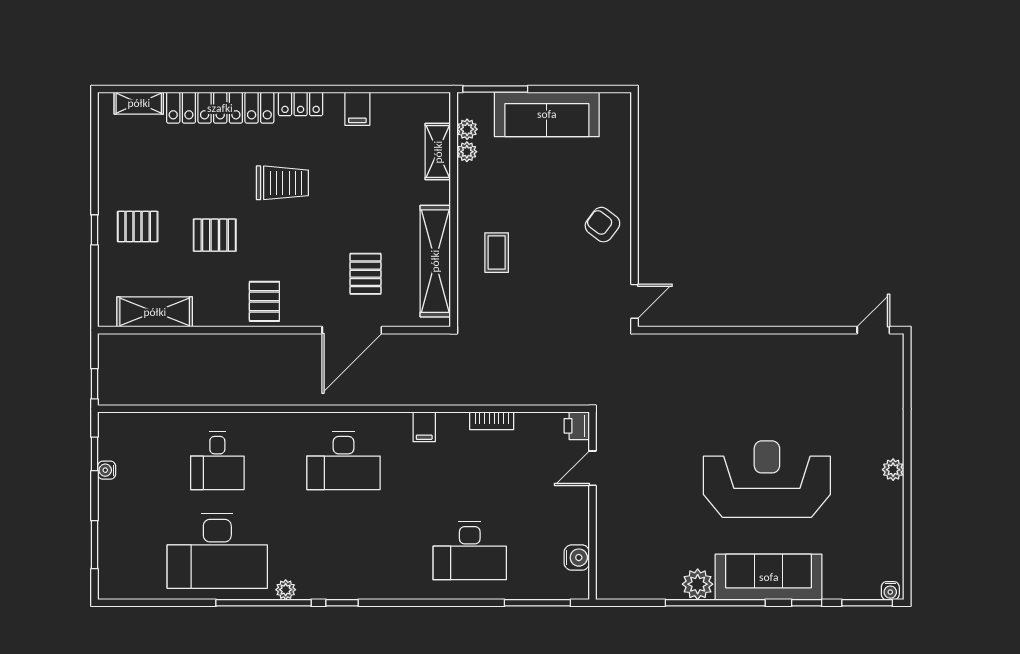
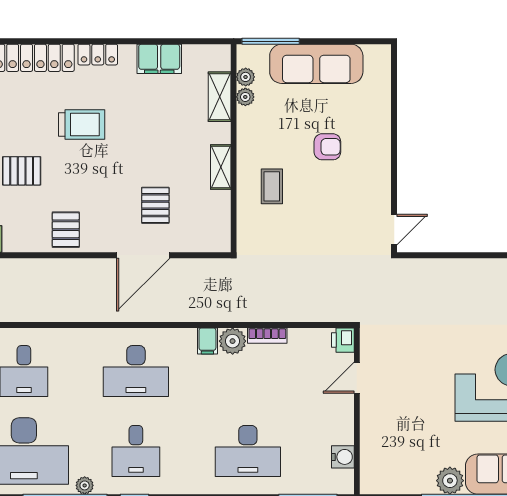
filing cabinet: (357, 109) -> (159, 59), width x2.00
armchair: (602, 225) -> (327, 147), moved, turned 143
shelving: (435, 261) -> (221, 167), width x0.45, depth x0.75
plant: (452, 427) -> (233, 341), added
desk: (344, 551) -> (136, 451), added

